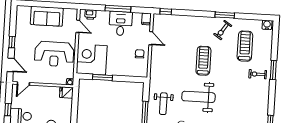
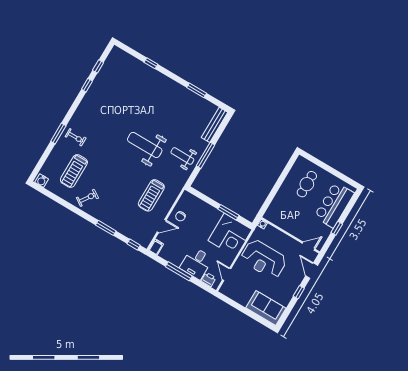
window: (225, 15) -> (106, 228), moved
sofa: (47, 16) -> (266, 308), moved
desk: (121, 23) -> (196, 263), moved
door: (151, 38) -> (162, 226), swing flipped
reception desk: (54, 54) -> (264, 259), turned 180
treadmill: (203, 61) -> (151, 195), moved
fridge: (66, 93) -> (271, 216), removed
weight bench: (198, 97) -> (145, 145), turned 180
weight bench: (163, 104) -> (182, 156), turned -90

